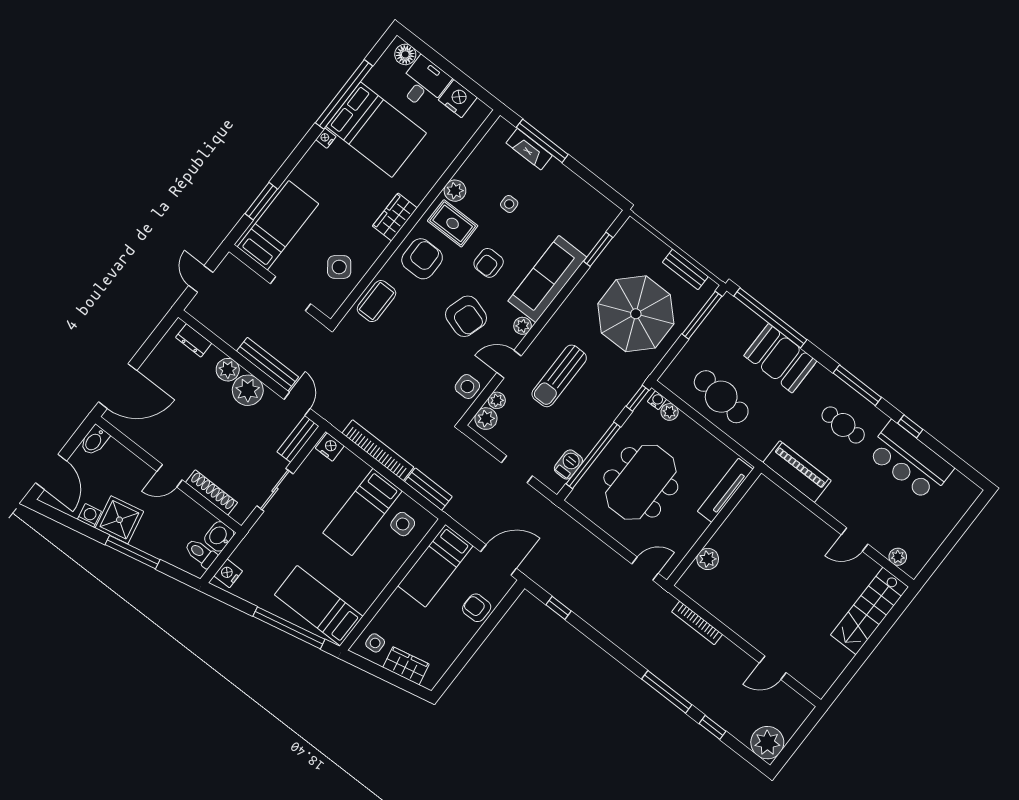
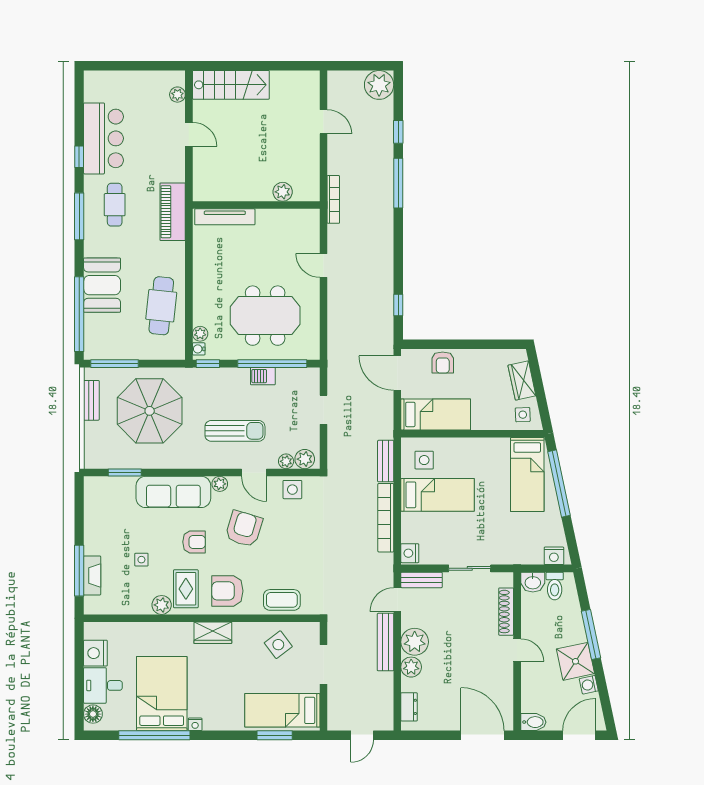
barbecue: (568, 465) -> (263, 376), moved
tv unit: (725, 490) -> (225, 217), moved
wall: (714, 526) -> (256, 205), moved
plant: (708, 559) -> (283, 192), moved

